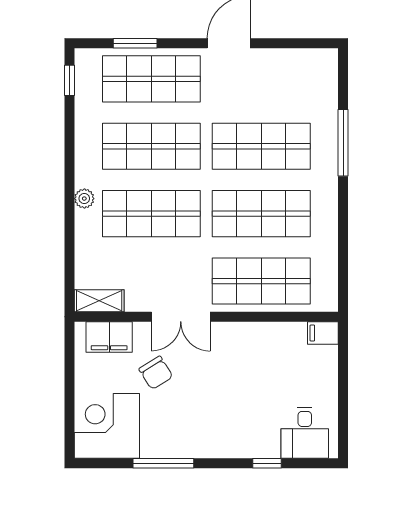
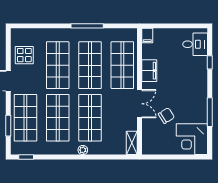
display table: (282, 77) -> (24, 55), added
window: (343, 143) -> (87, 26), moved
filing cabinet: (109, 337) -> (149, 71), moved

